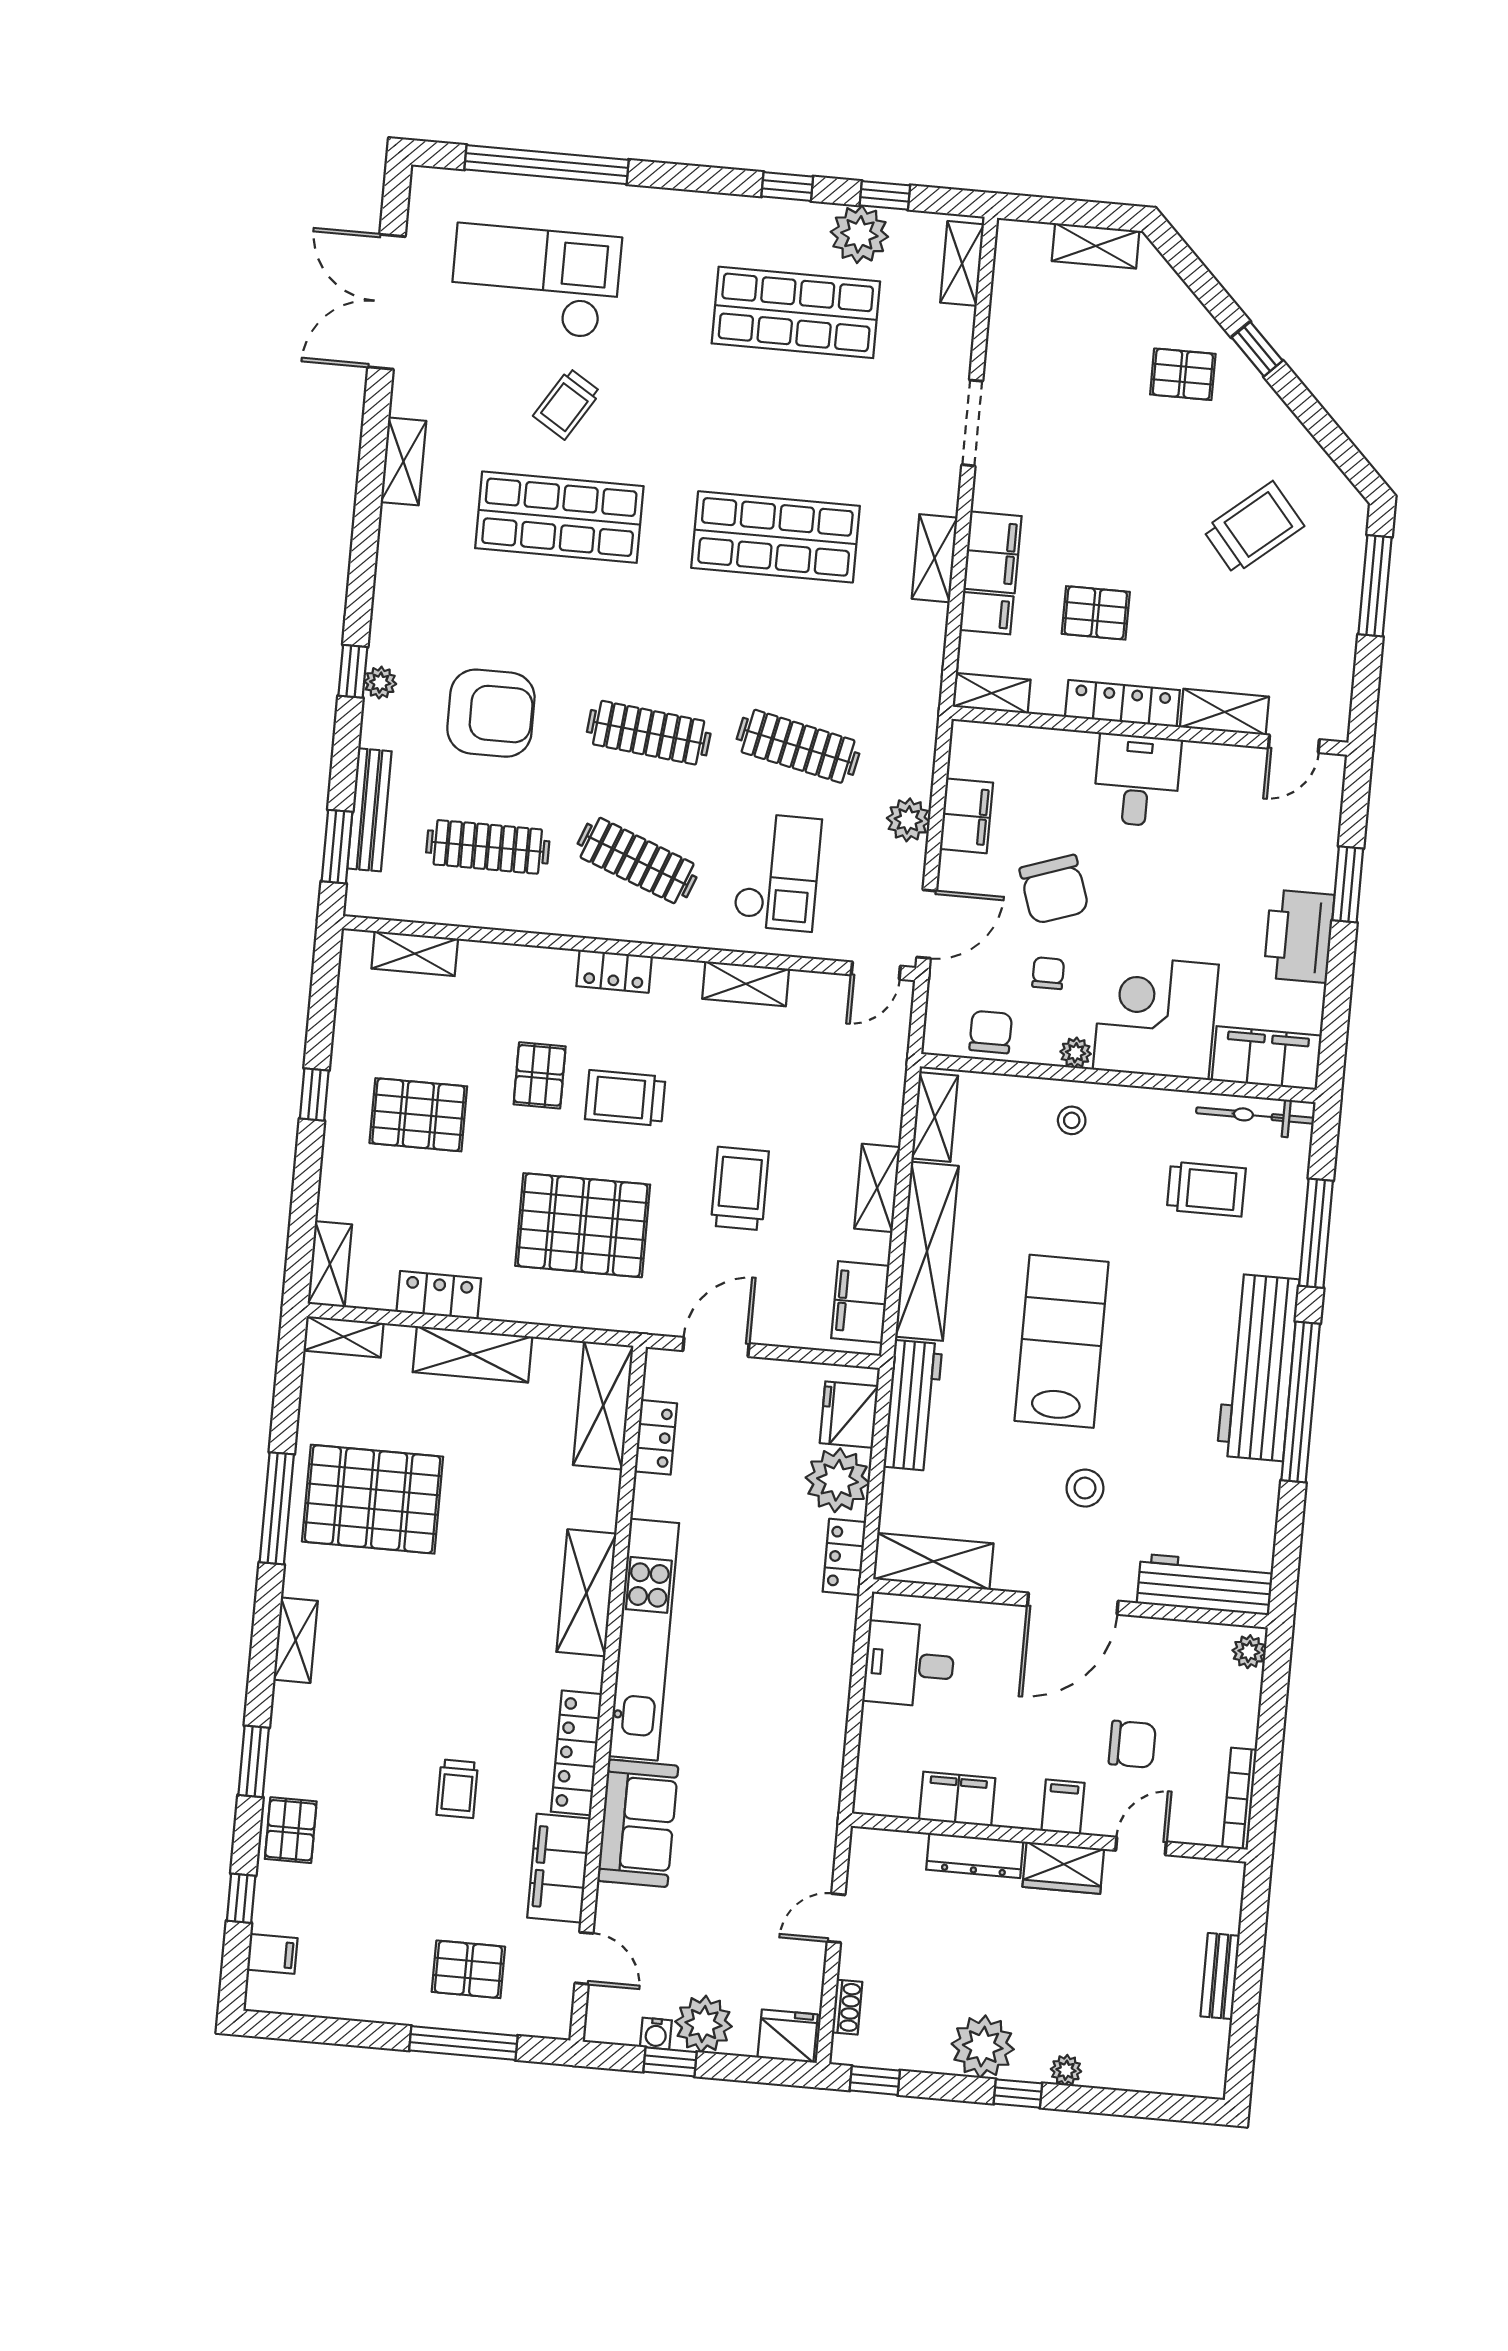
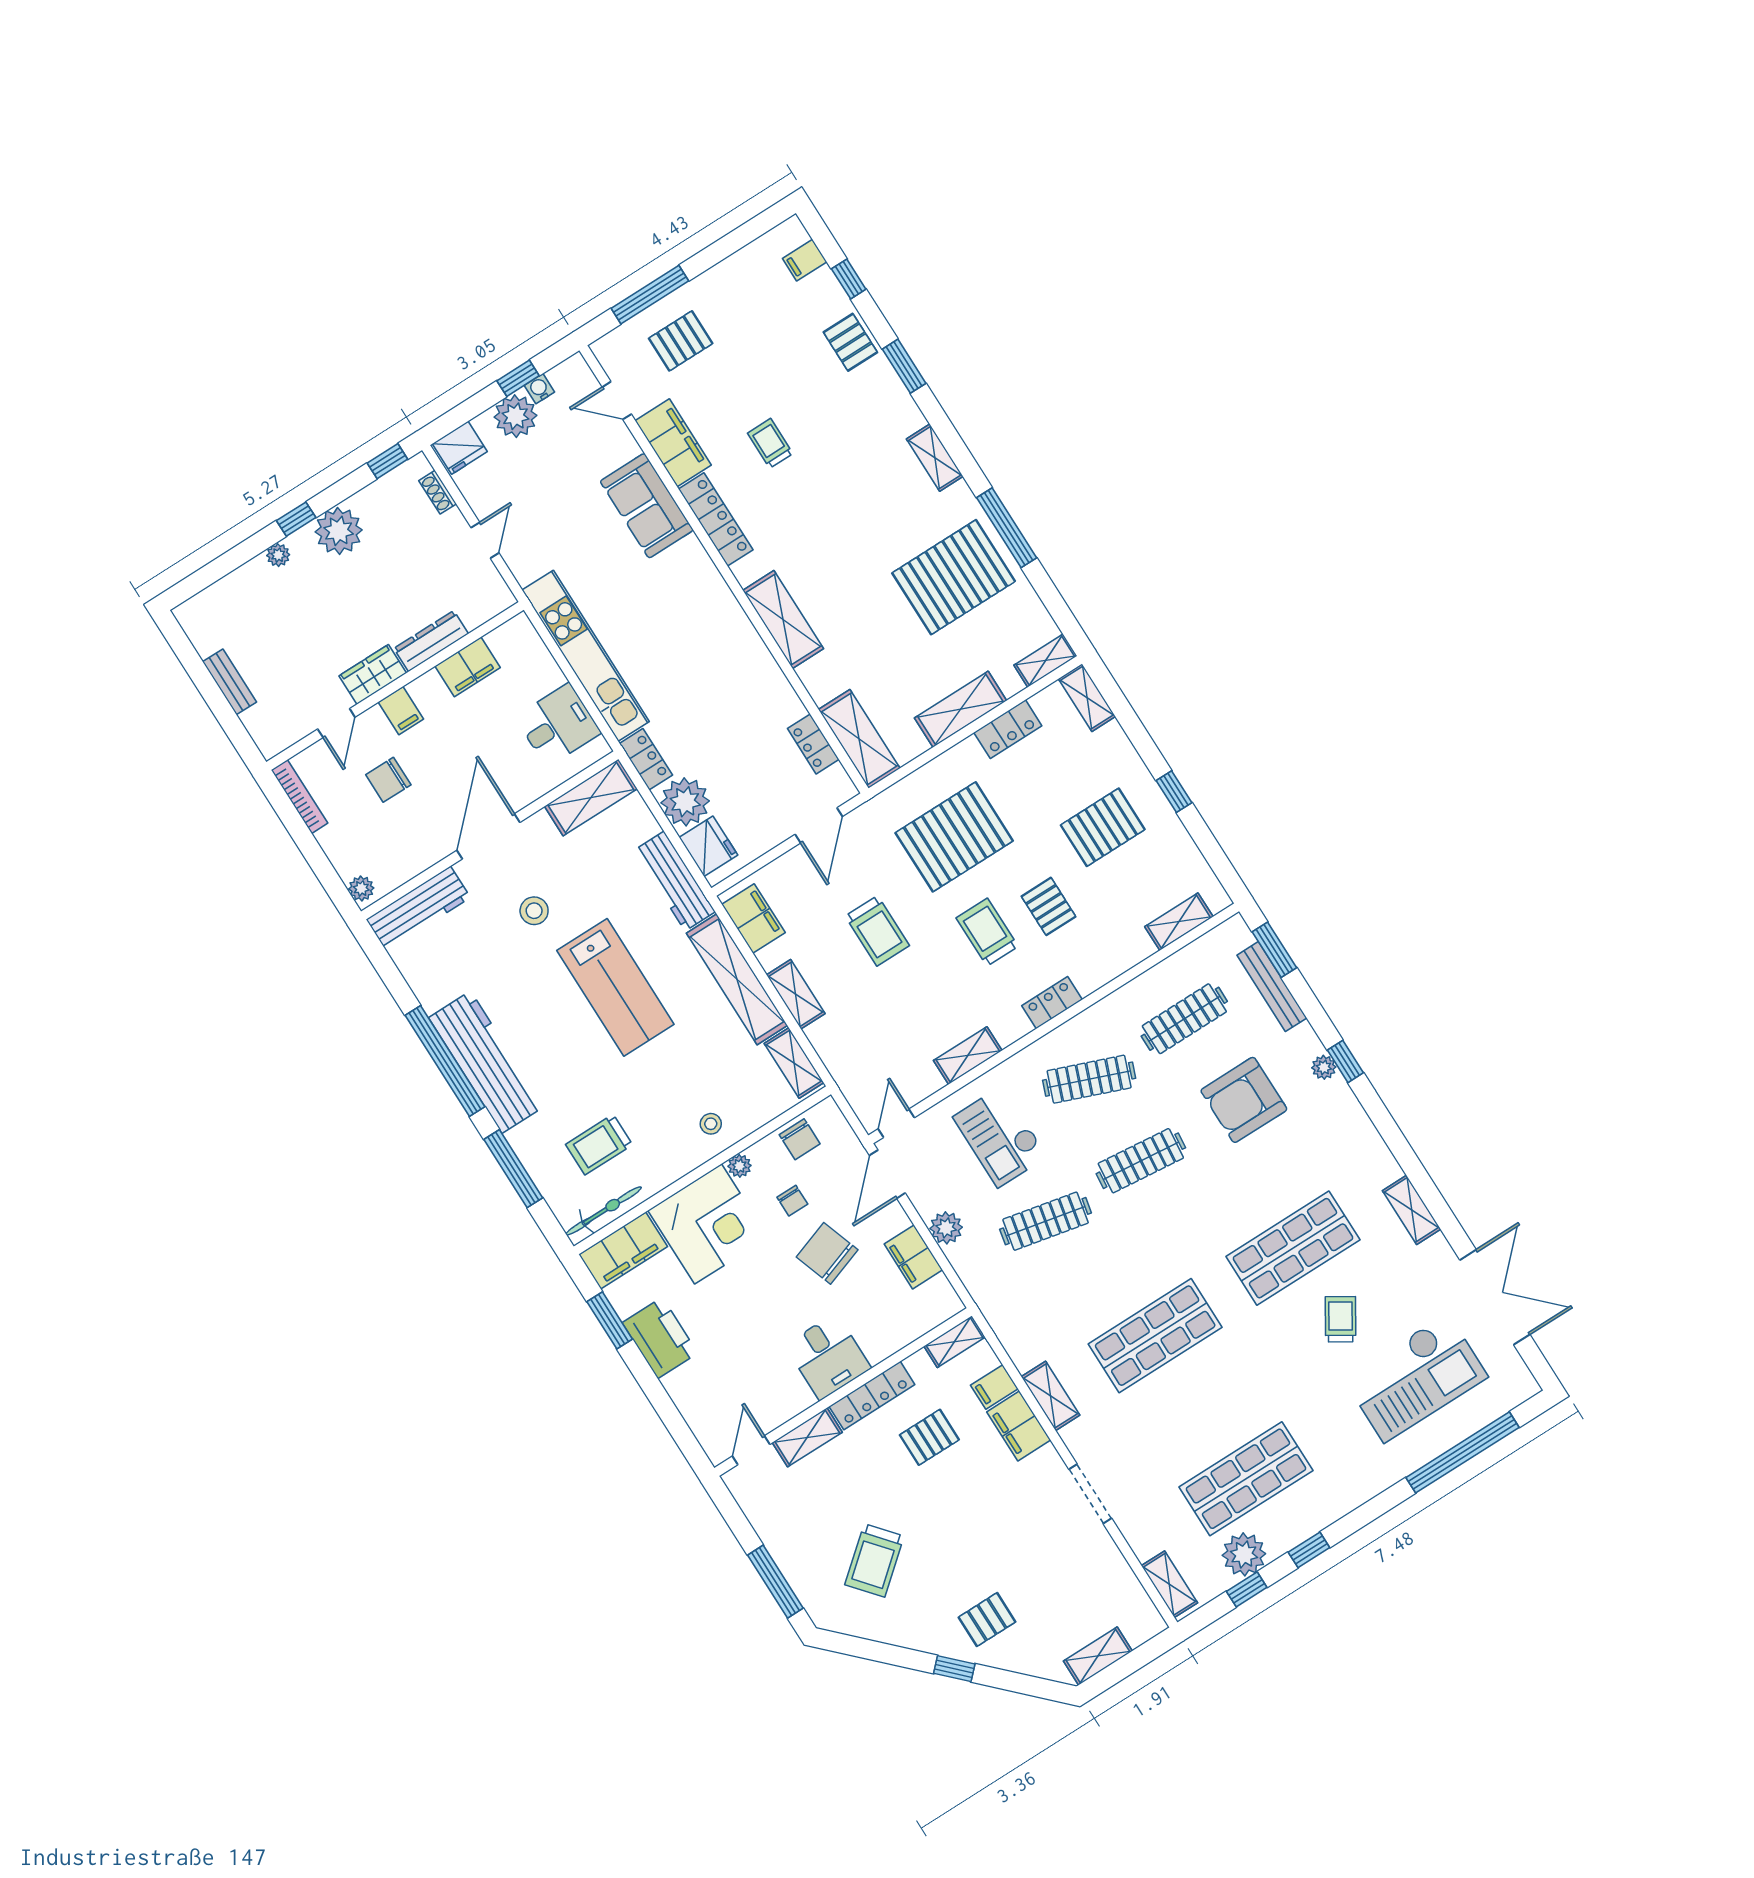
window: (1348, 884) -> (610, 1320), moved
trolley: (625, 1098) -> (987, 932), turned -90
kitchen unit: (644, 1640) -> (586, 656), moved, turned 180

